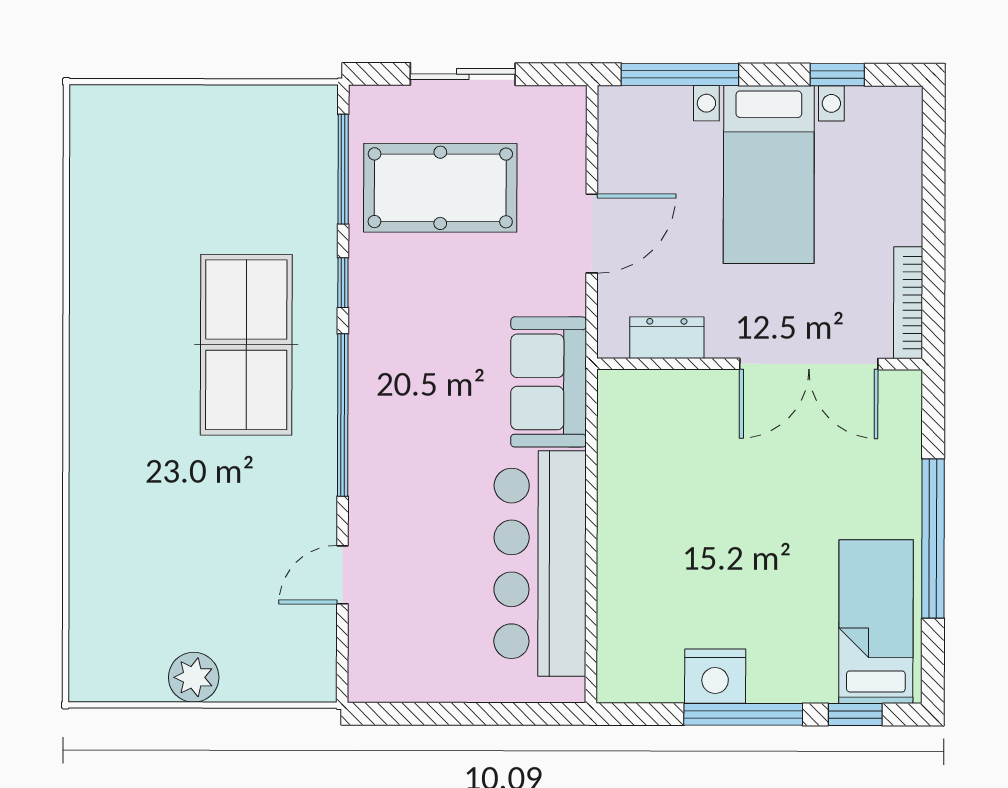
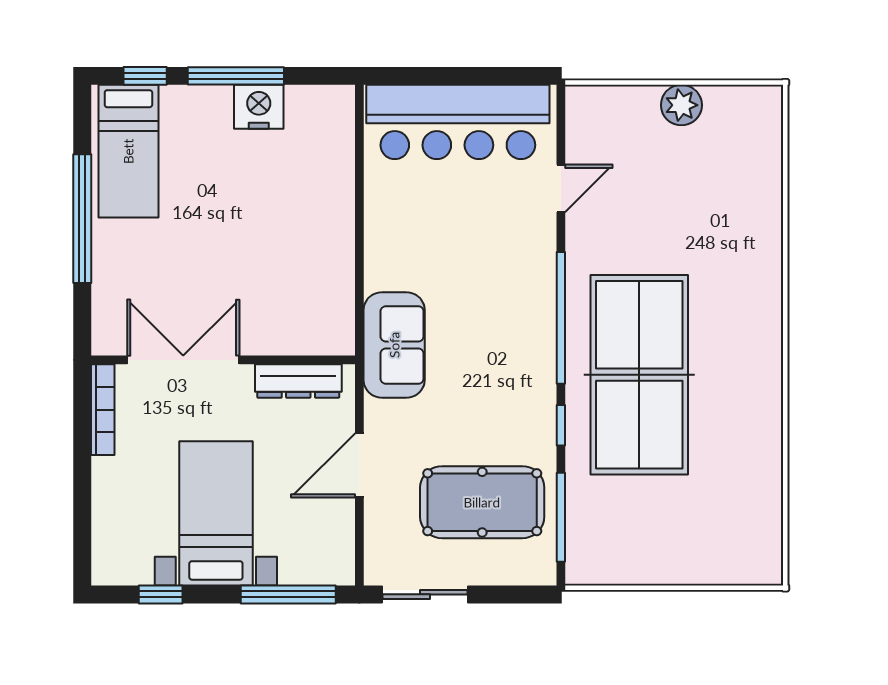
sliding door: (463, 74) -> (425, 594), moved
dresser: (667, 338) -> (298, 381), width x1.44
table tennis table: (246, 345) -> (639, 375), width x1.36, depth x1.32
bar counter: (540, 563) -> (458, 122), moved, turned 90

